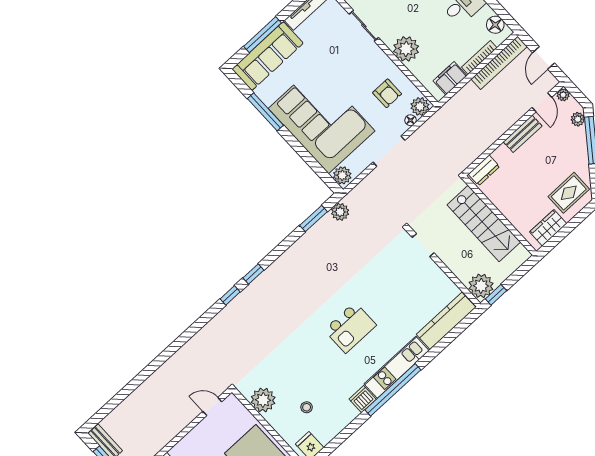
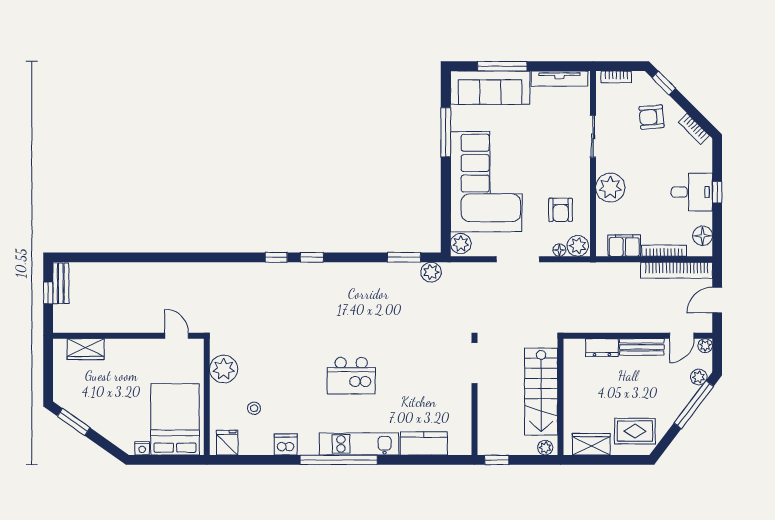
dresser: (484, 170) -> (602, 348), moved
doorway: (423, 245) -> (474, 363), width x1.38
plant: (481, 286) -> (545, 448), moved, width x0.53, depth x0.53
kitchen counter: (446, 321) -> (424, 443), width x0.67
dishwasher: (363, 399) -> (286, 444), moved

